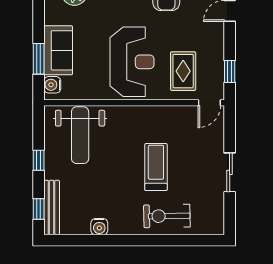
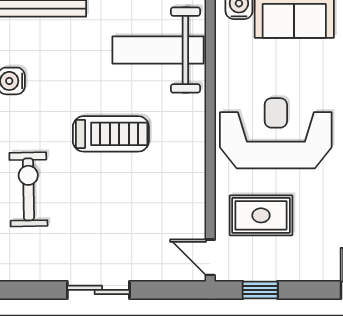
reception desk: (132, 62) -> (276, 133), turned 180
treadmill: (156, 167) -> (111, 134), moved

